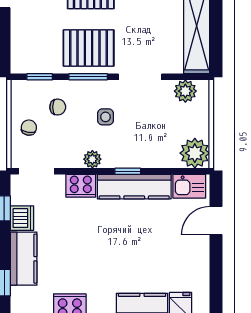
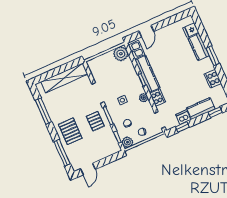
pallet: (89, 48) -> (95, 121), width x0.67, depth x0.71
plant: (185, 91) -> (127, 142), moved
door: (216, 221) -> (146, 31), hinge flipped

